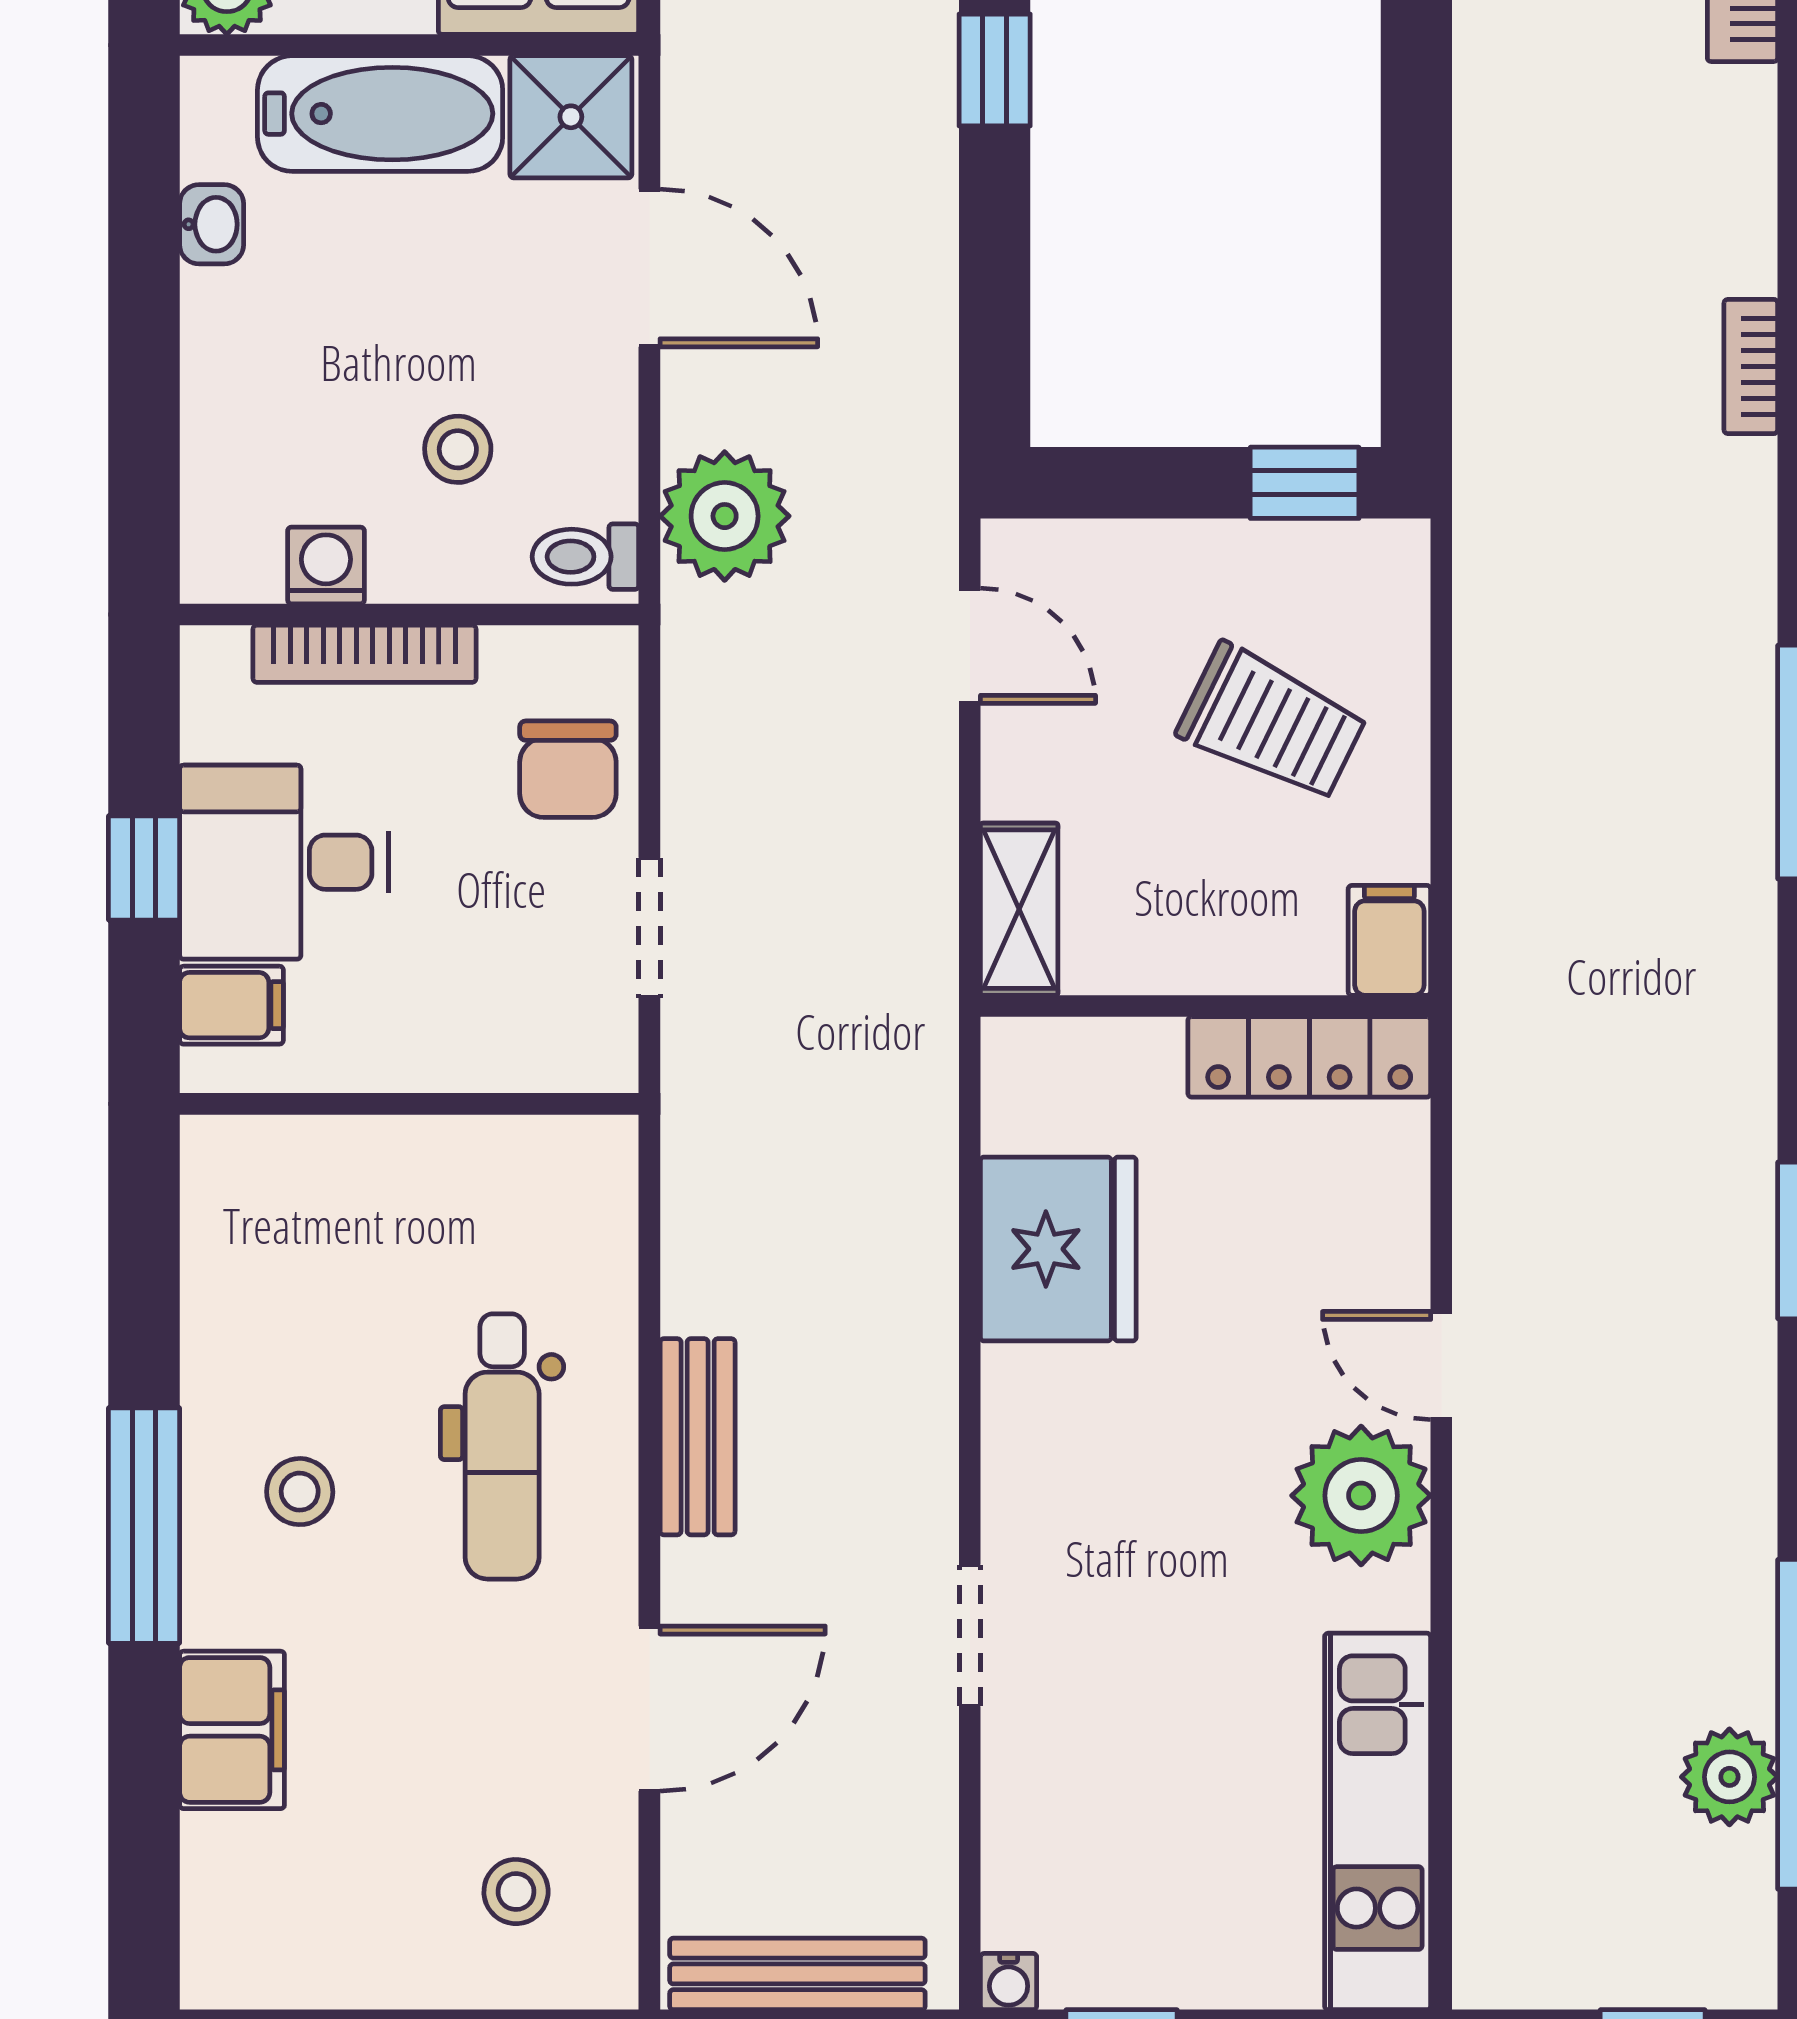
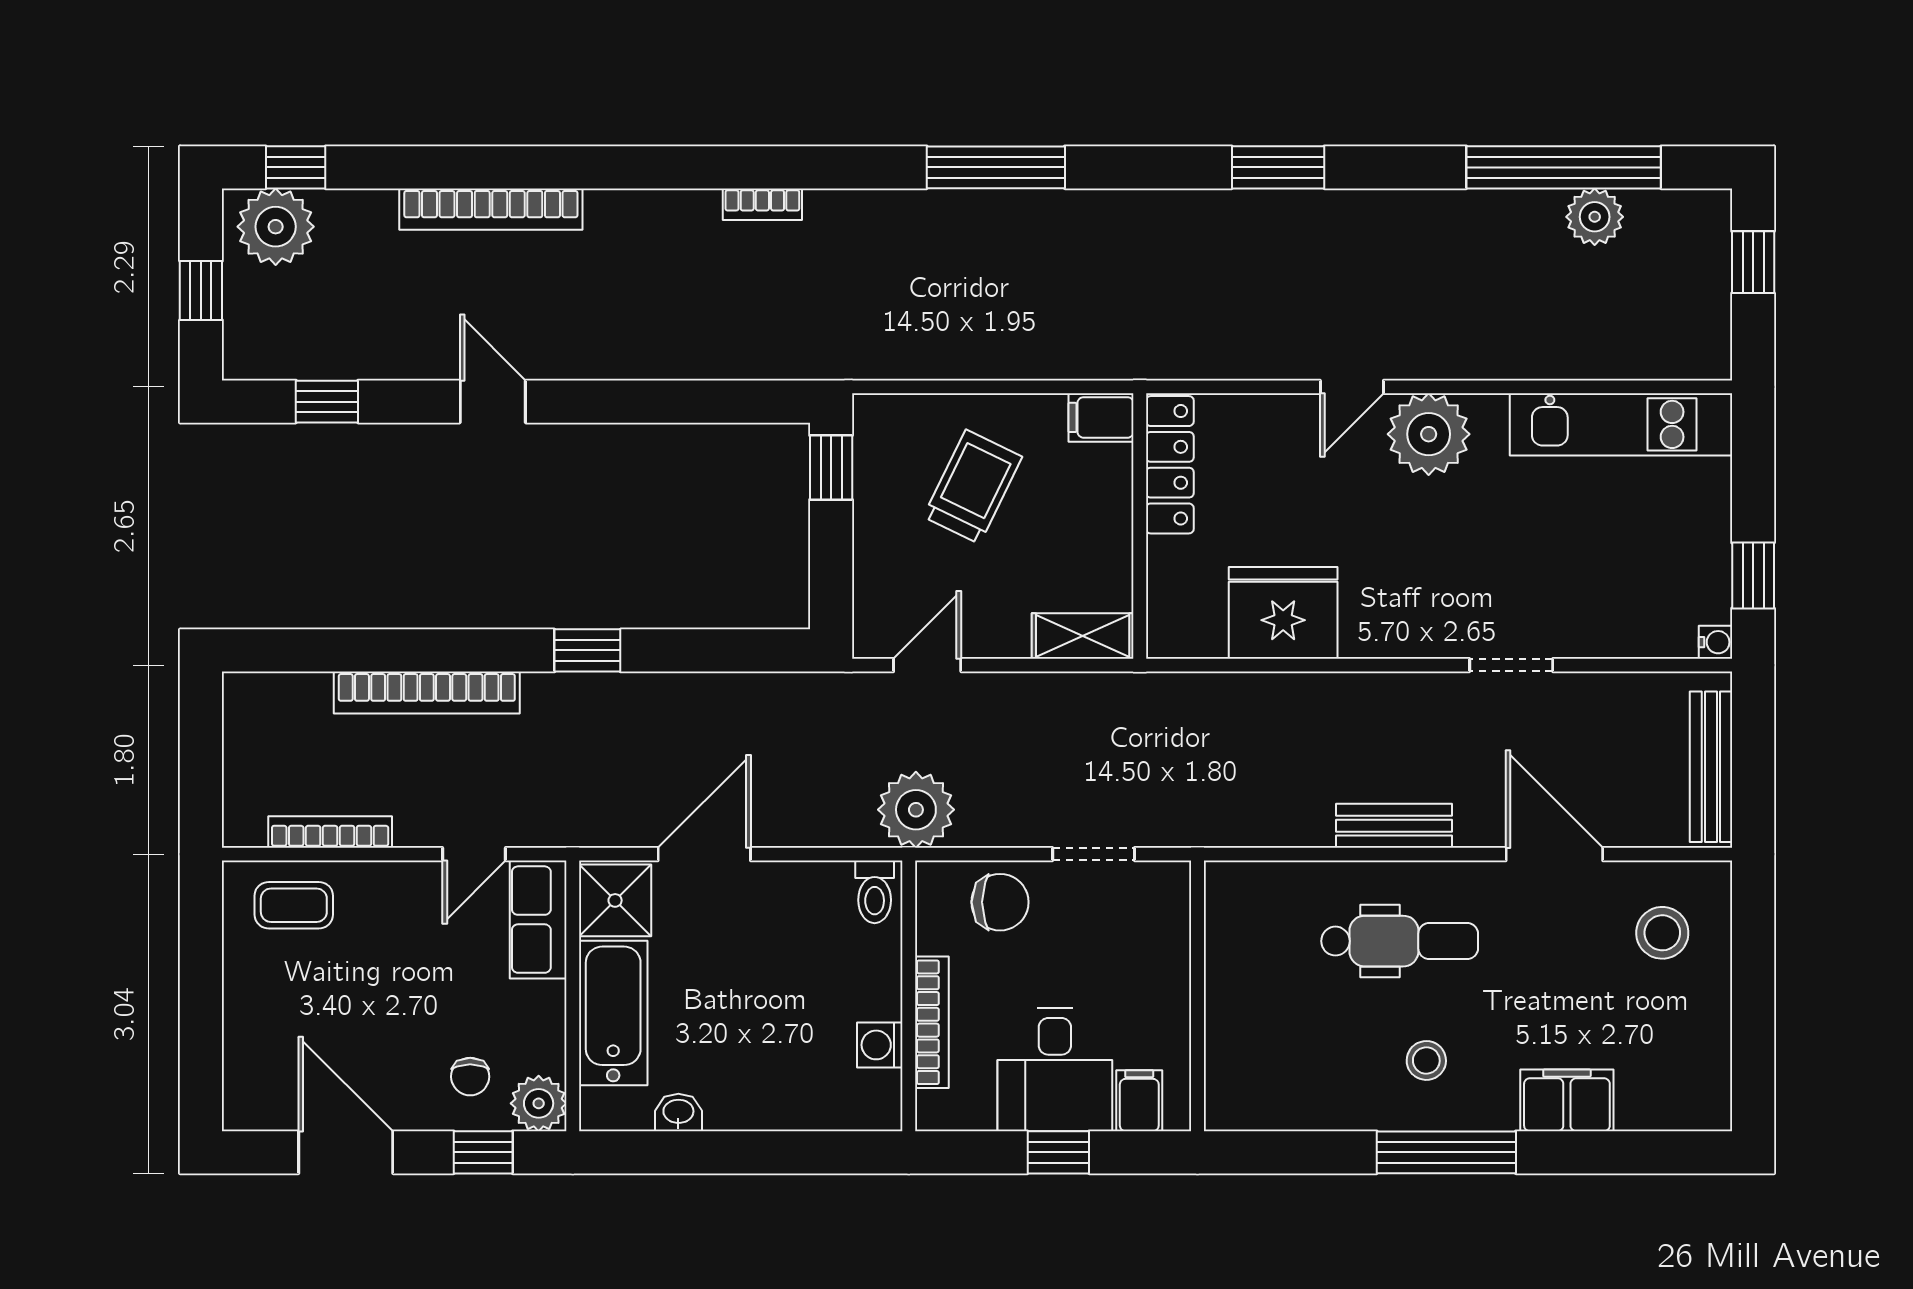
stool: (458, 449) -> (811, 967), removed
plant: (725, 516) -> (916, 810), moved
stool: (516, 1892) -> (1662, 933), width x1.37, depth x1.37

